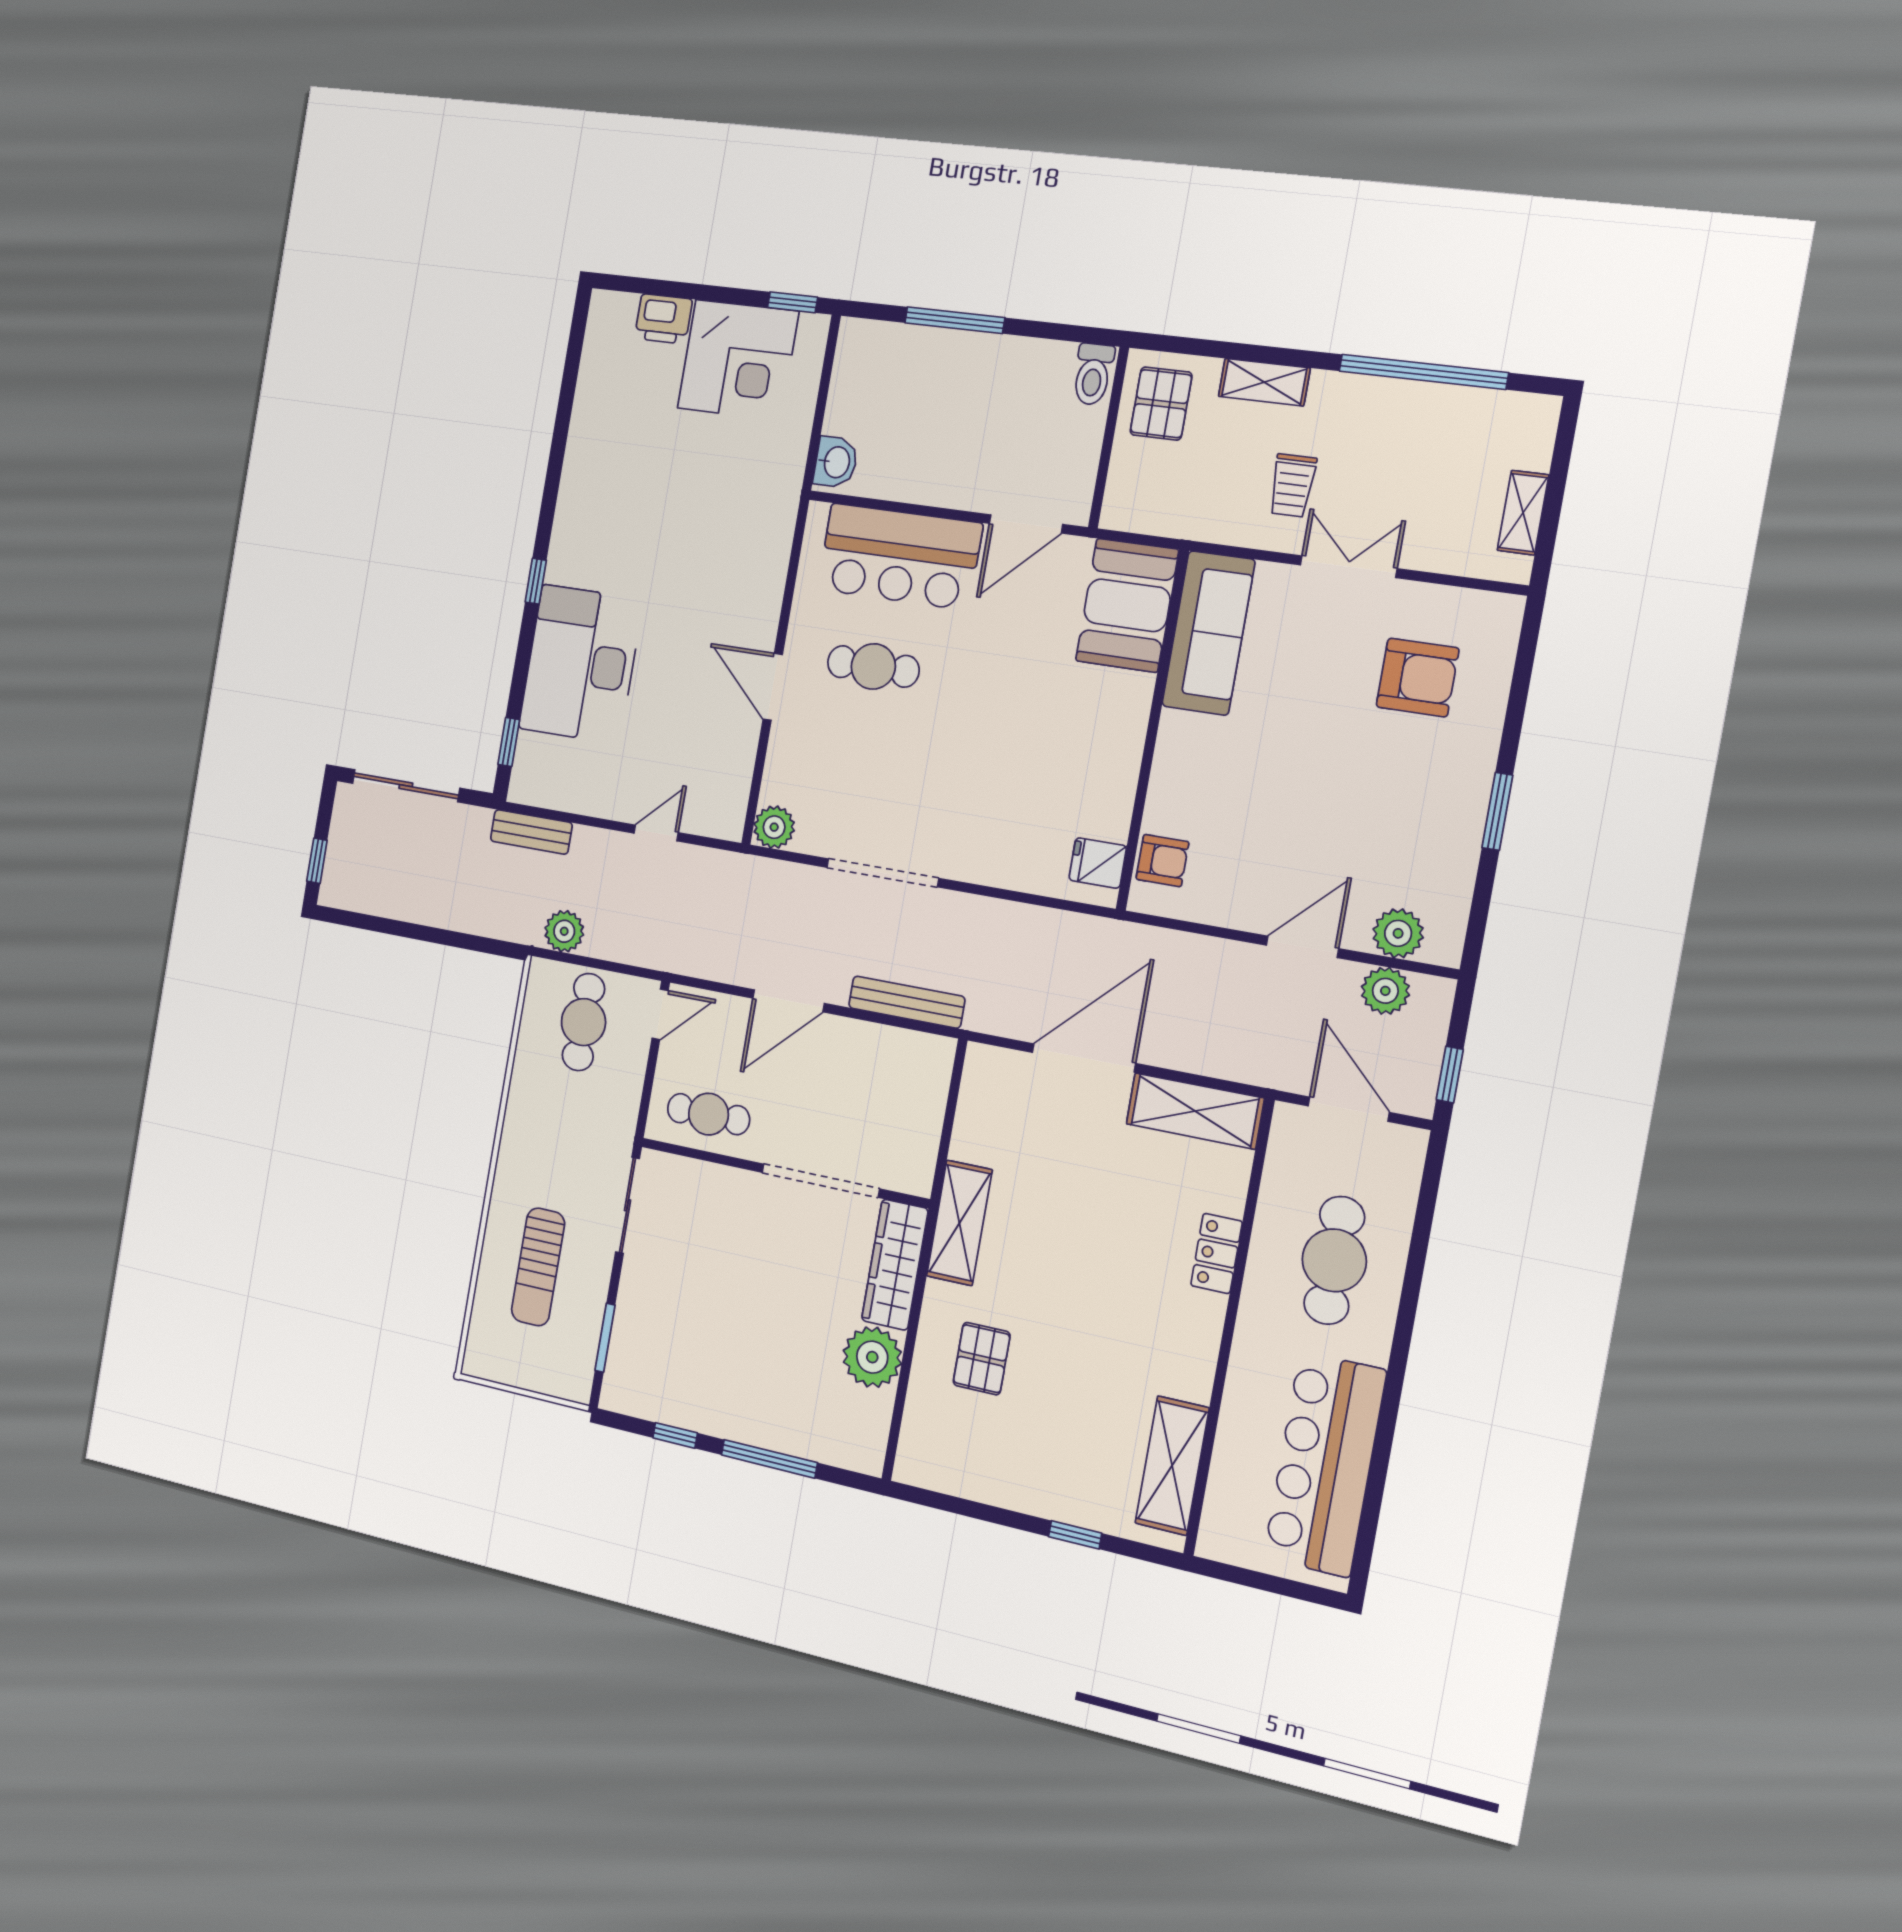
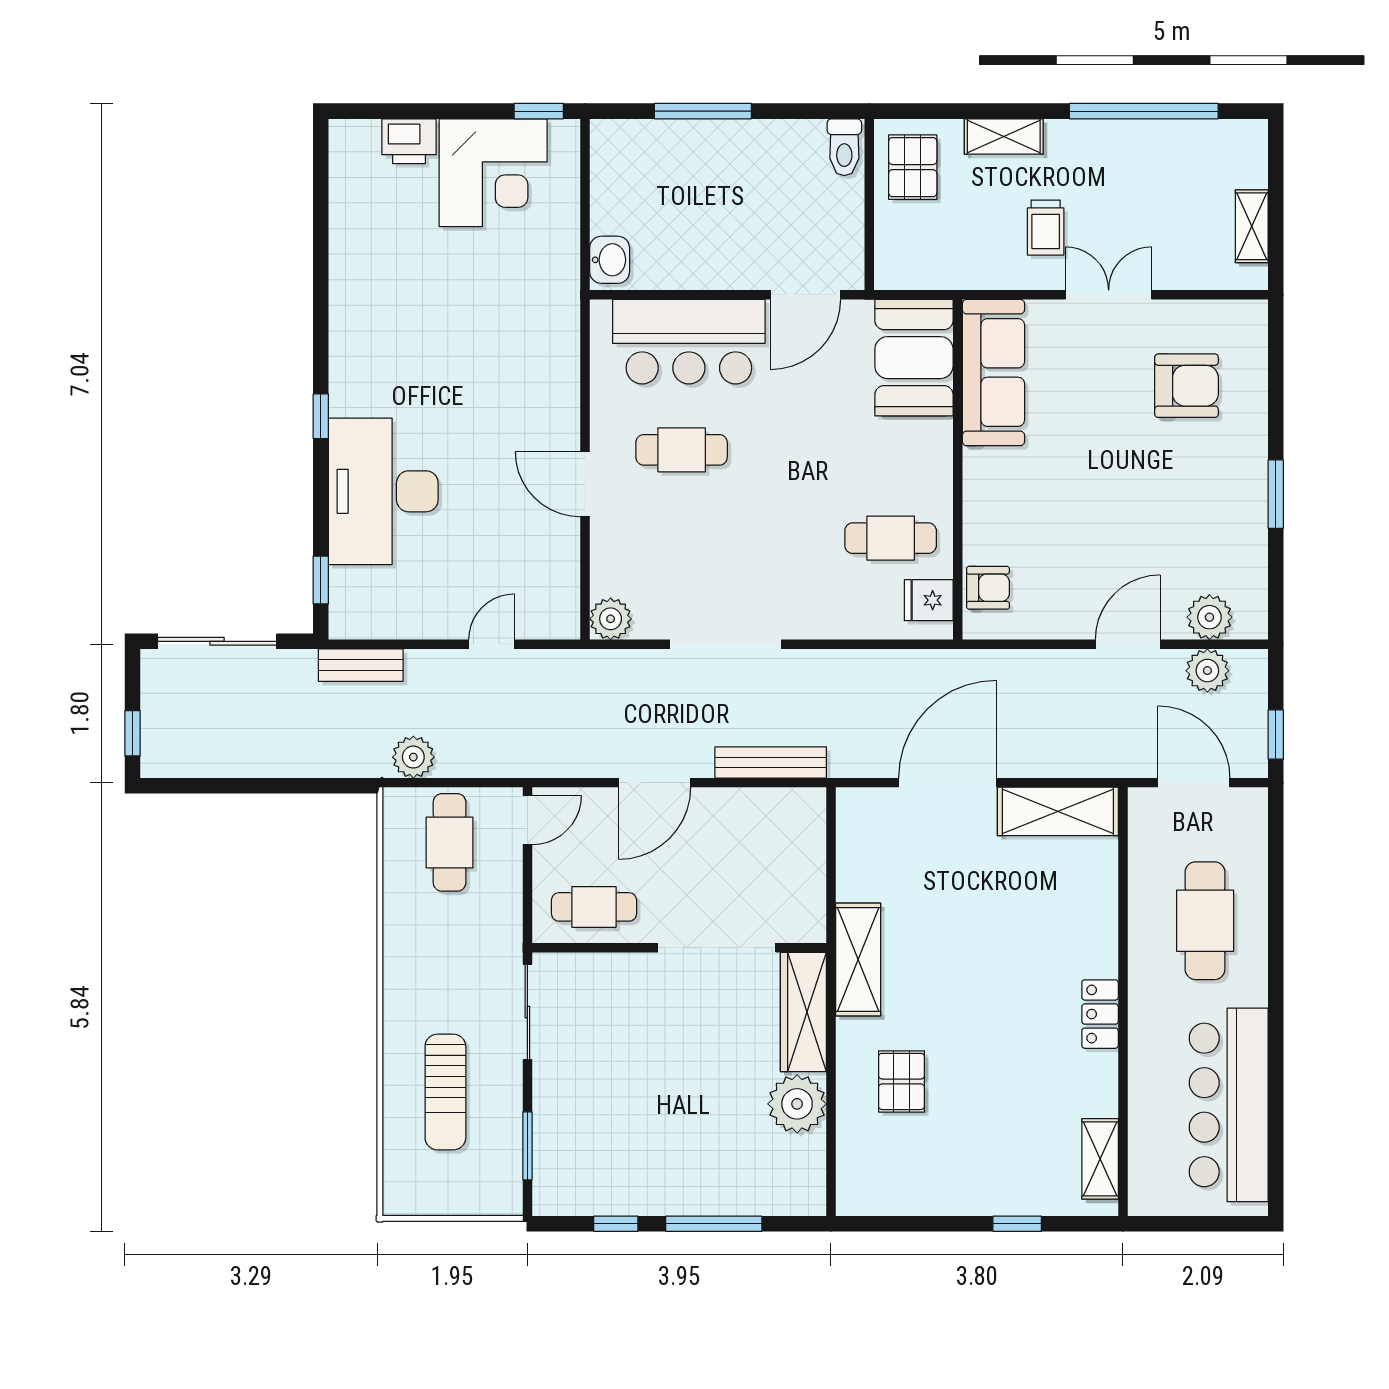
cafe table: (1069, 791) -> (891, 538), added
locker: (1217, 1253) -> (1100, 1014), moved
shelving: (1172, 1466) -> (1100, 1159), width x0.67, depth x0.75

